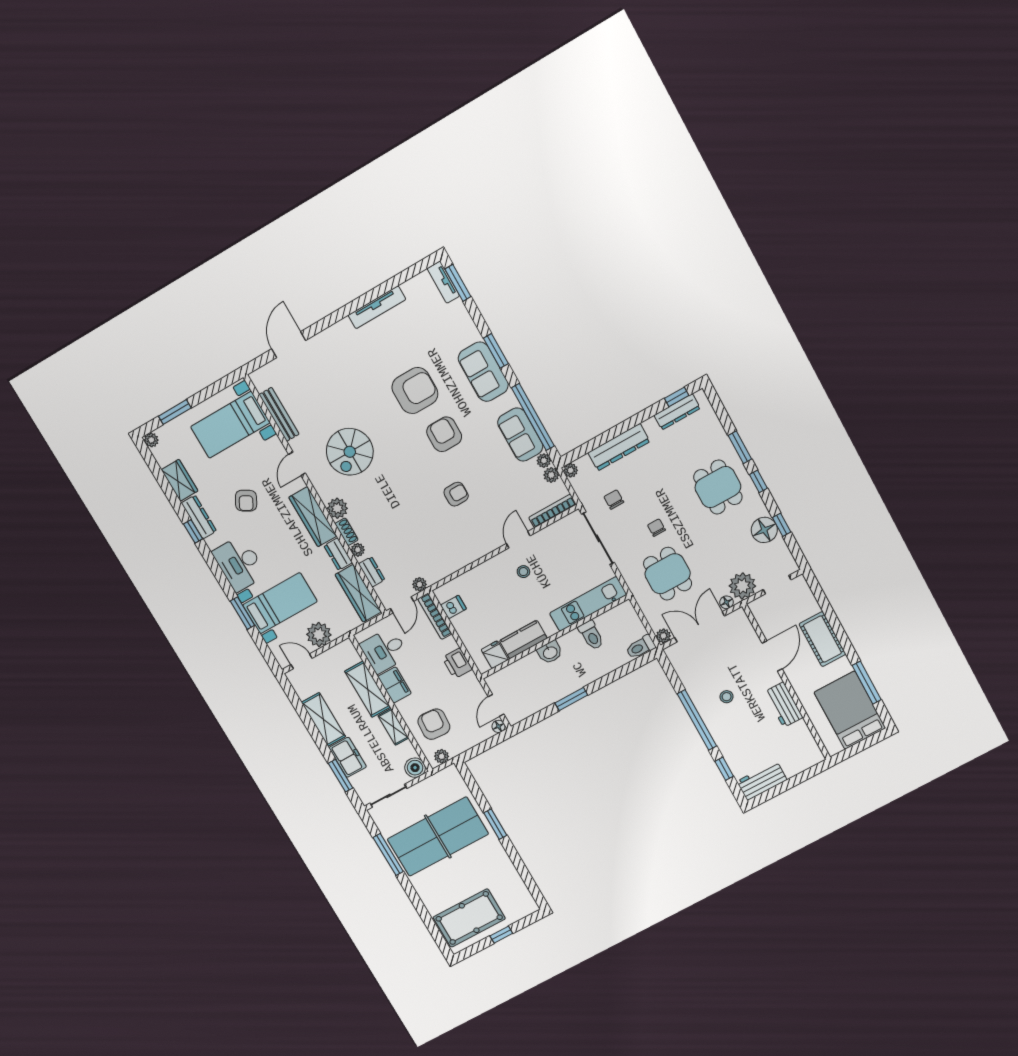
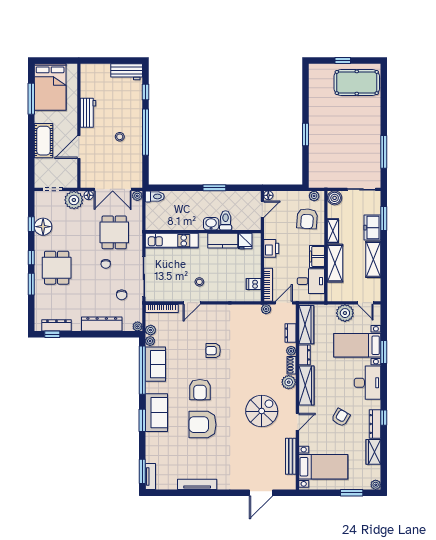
toilet: (591, 635) -> (226, 220), moved
table tennis table: (438, 837) -> (346, 146), removed

